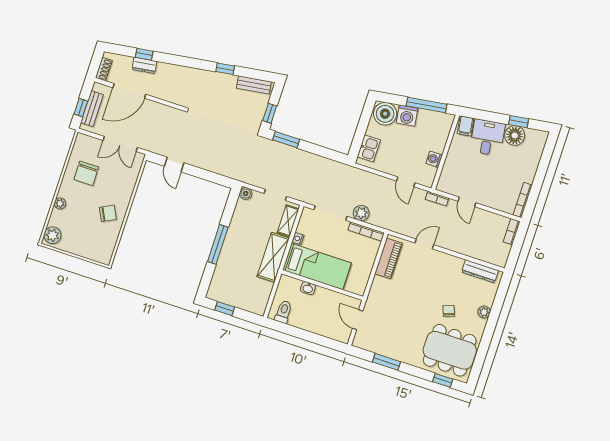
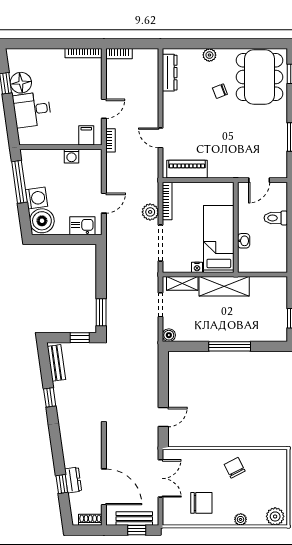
filing cabinet: (465, 126) -> (86, 135), moved, turned -82
door: (406, 182) -> (104, 203), moved
toilet: (283, 312) -> (276, 218), moved

